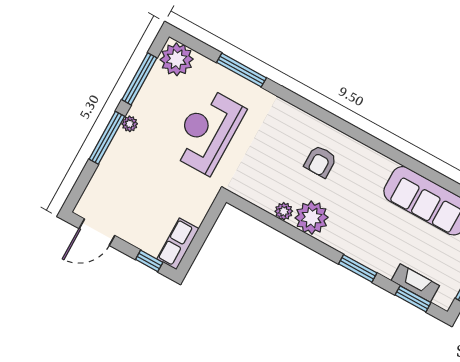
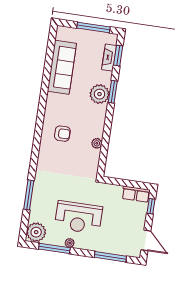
plant: (130, 124) -> (70, 243), moved
reception desk: (207, 131) -> (78, 217), moved
window: (107, 138) -> (110, 257), moved
plant: (312, 218) -> (99, 94), moved

